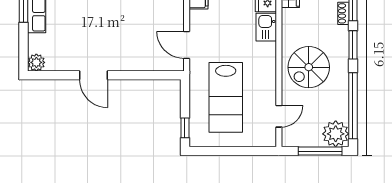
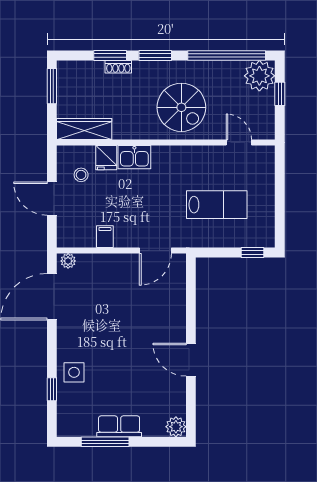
door: (94, 75) -> (191, 360), swing flipped
lab bench: (226, 97) -> (217, 205), width x0.73, depth x0.72
window: (320, 151) -> (280, 94), width x0.46

